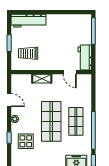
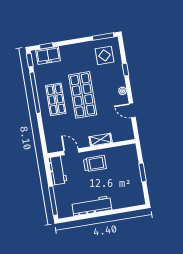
workbench: (29, 21) -> (92, 206), moved
trolley: (28, 53) -> (95, 164), moved
display table: (26, 141) -> (104, 55), moved

